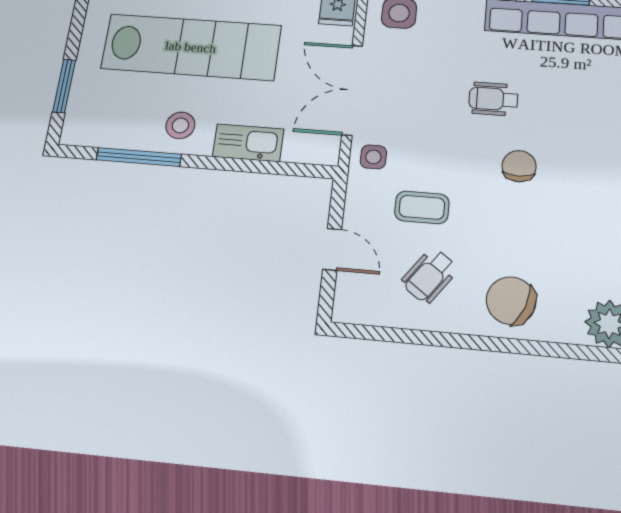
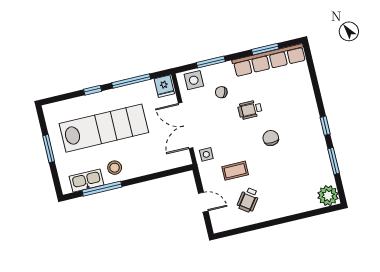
window: (64, 86) -> (49, 149), moved
kitchen sink: (248, 143) -> (87, 181), moved
chair: (511, 301) -> (221, 92), moved, width x0.54, depth x0.54

